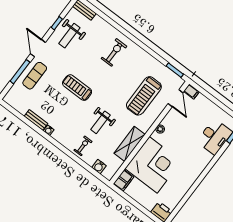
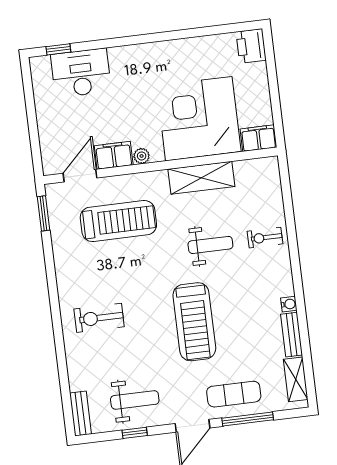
treadmill: (77, 88) -> (194, 322), width x1.37, depth x1.38
filing cabinet: (191, 92) -> (114, 155), moved, width x2.00
shelving: (17, 105) -> (296, 379), added
water cooler: (99, 167) -> (272, 189), removed

